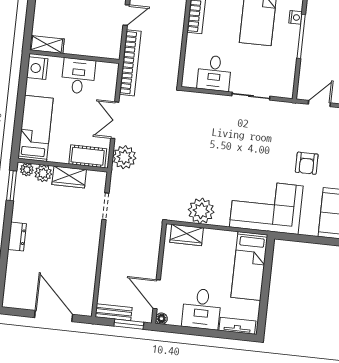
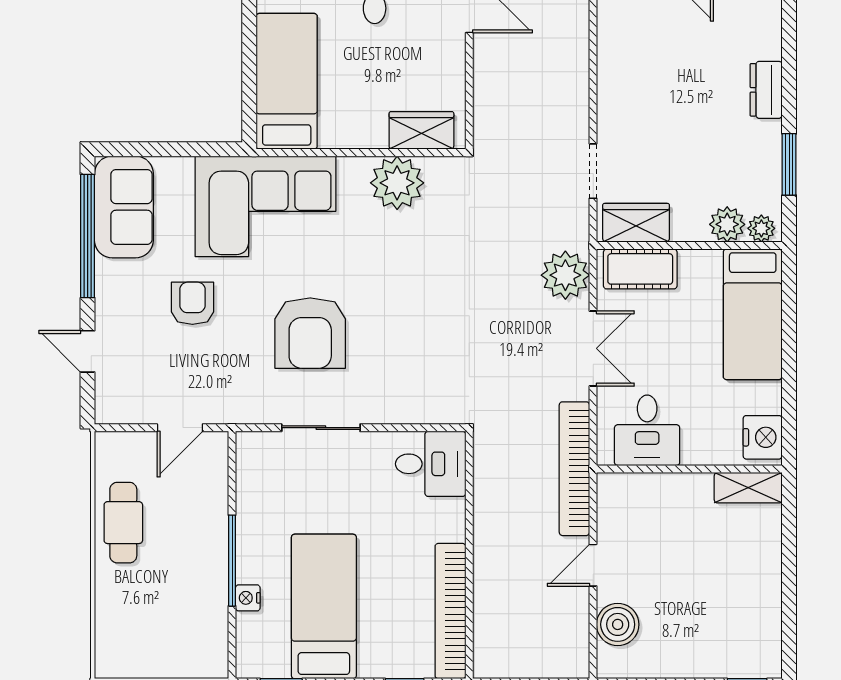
desk: (214, 73) -> (431, 464), moved, turned 90
desk: (78, 76) -> (647, 430), moved
armchair: (251, 143) -> (310, 333), added
wardrobe: (69, 177) -> (636, 223), moved
window: (11, 186) -> (789, 164), moved

